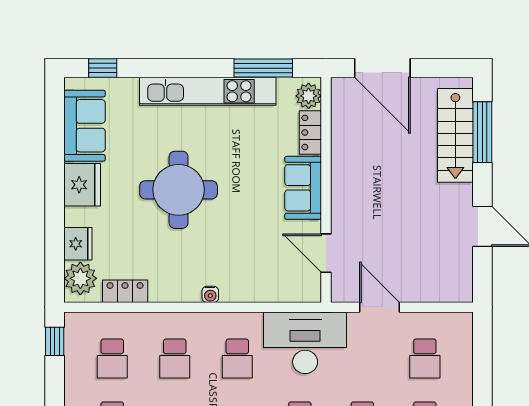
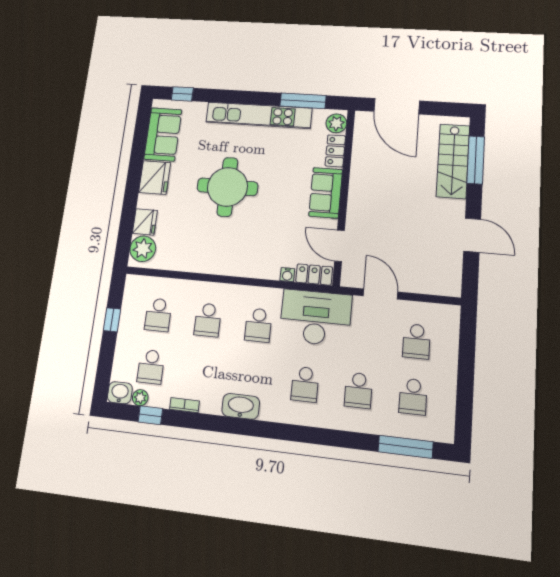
locker: (125, 291) -> (314, 275), moved
water cooler: (210, 294) -> (287, 275), moved
window: (55, 341) -> (112, 320), moved

